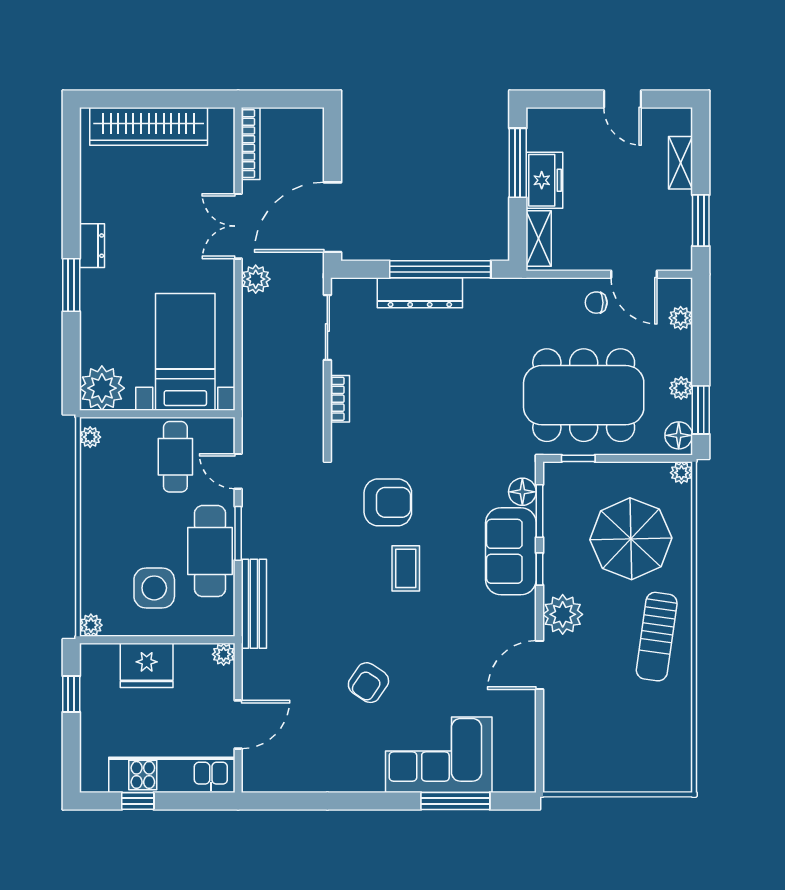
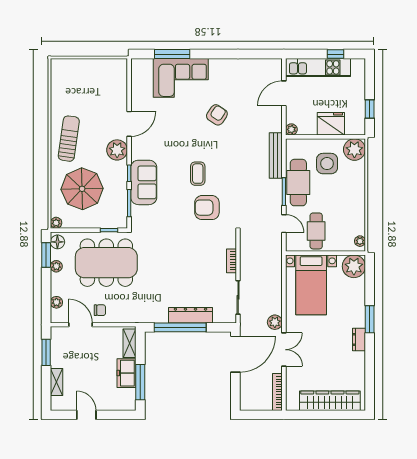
floor lamp: (522, 492) -> (138, 213), removed
plant: (91, 625) -> (354, 150), width x1.87, depth x1.87

